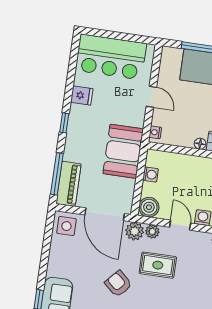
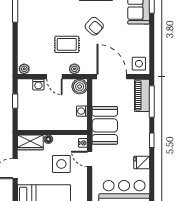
door: (151, 97) -> (90, 159), moved
side table: (188, 109) -> (61, 164), added
plant: (135, 231) -> (88, 67), removed

